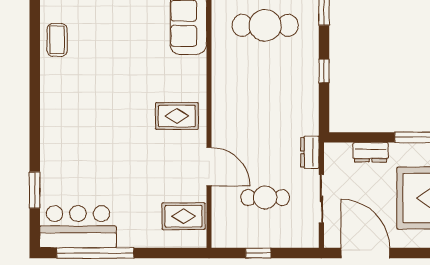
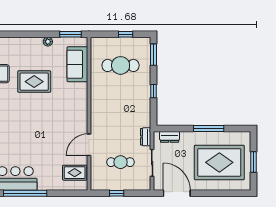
rug: (177, 116) -> (34, 82), moved, width x1.36, depth x1.43
dresser: (371, 152) -> (170, 137), moved
door: (209, 167) -> (89, 145), swing flipped

